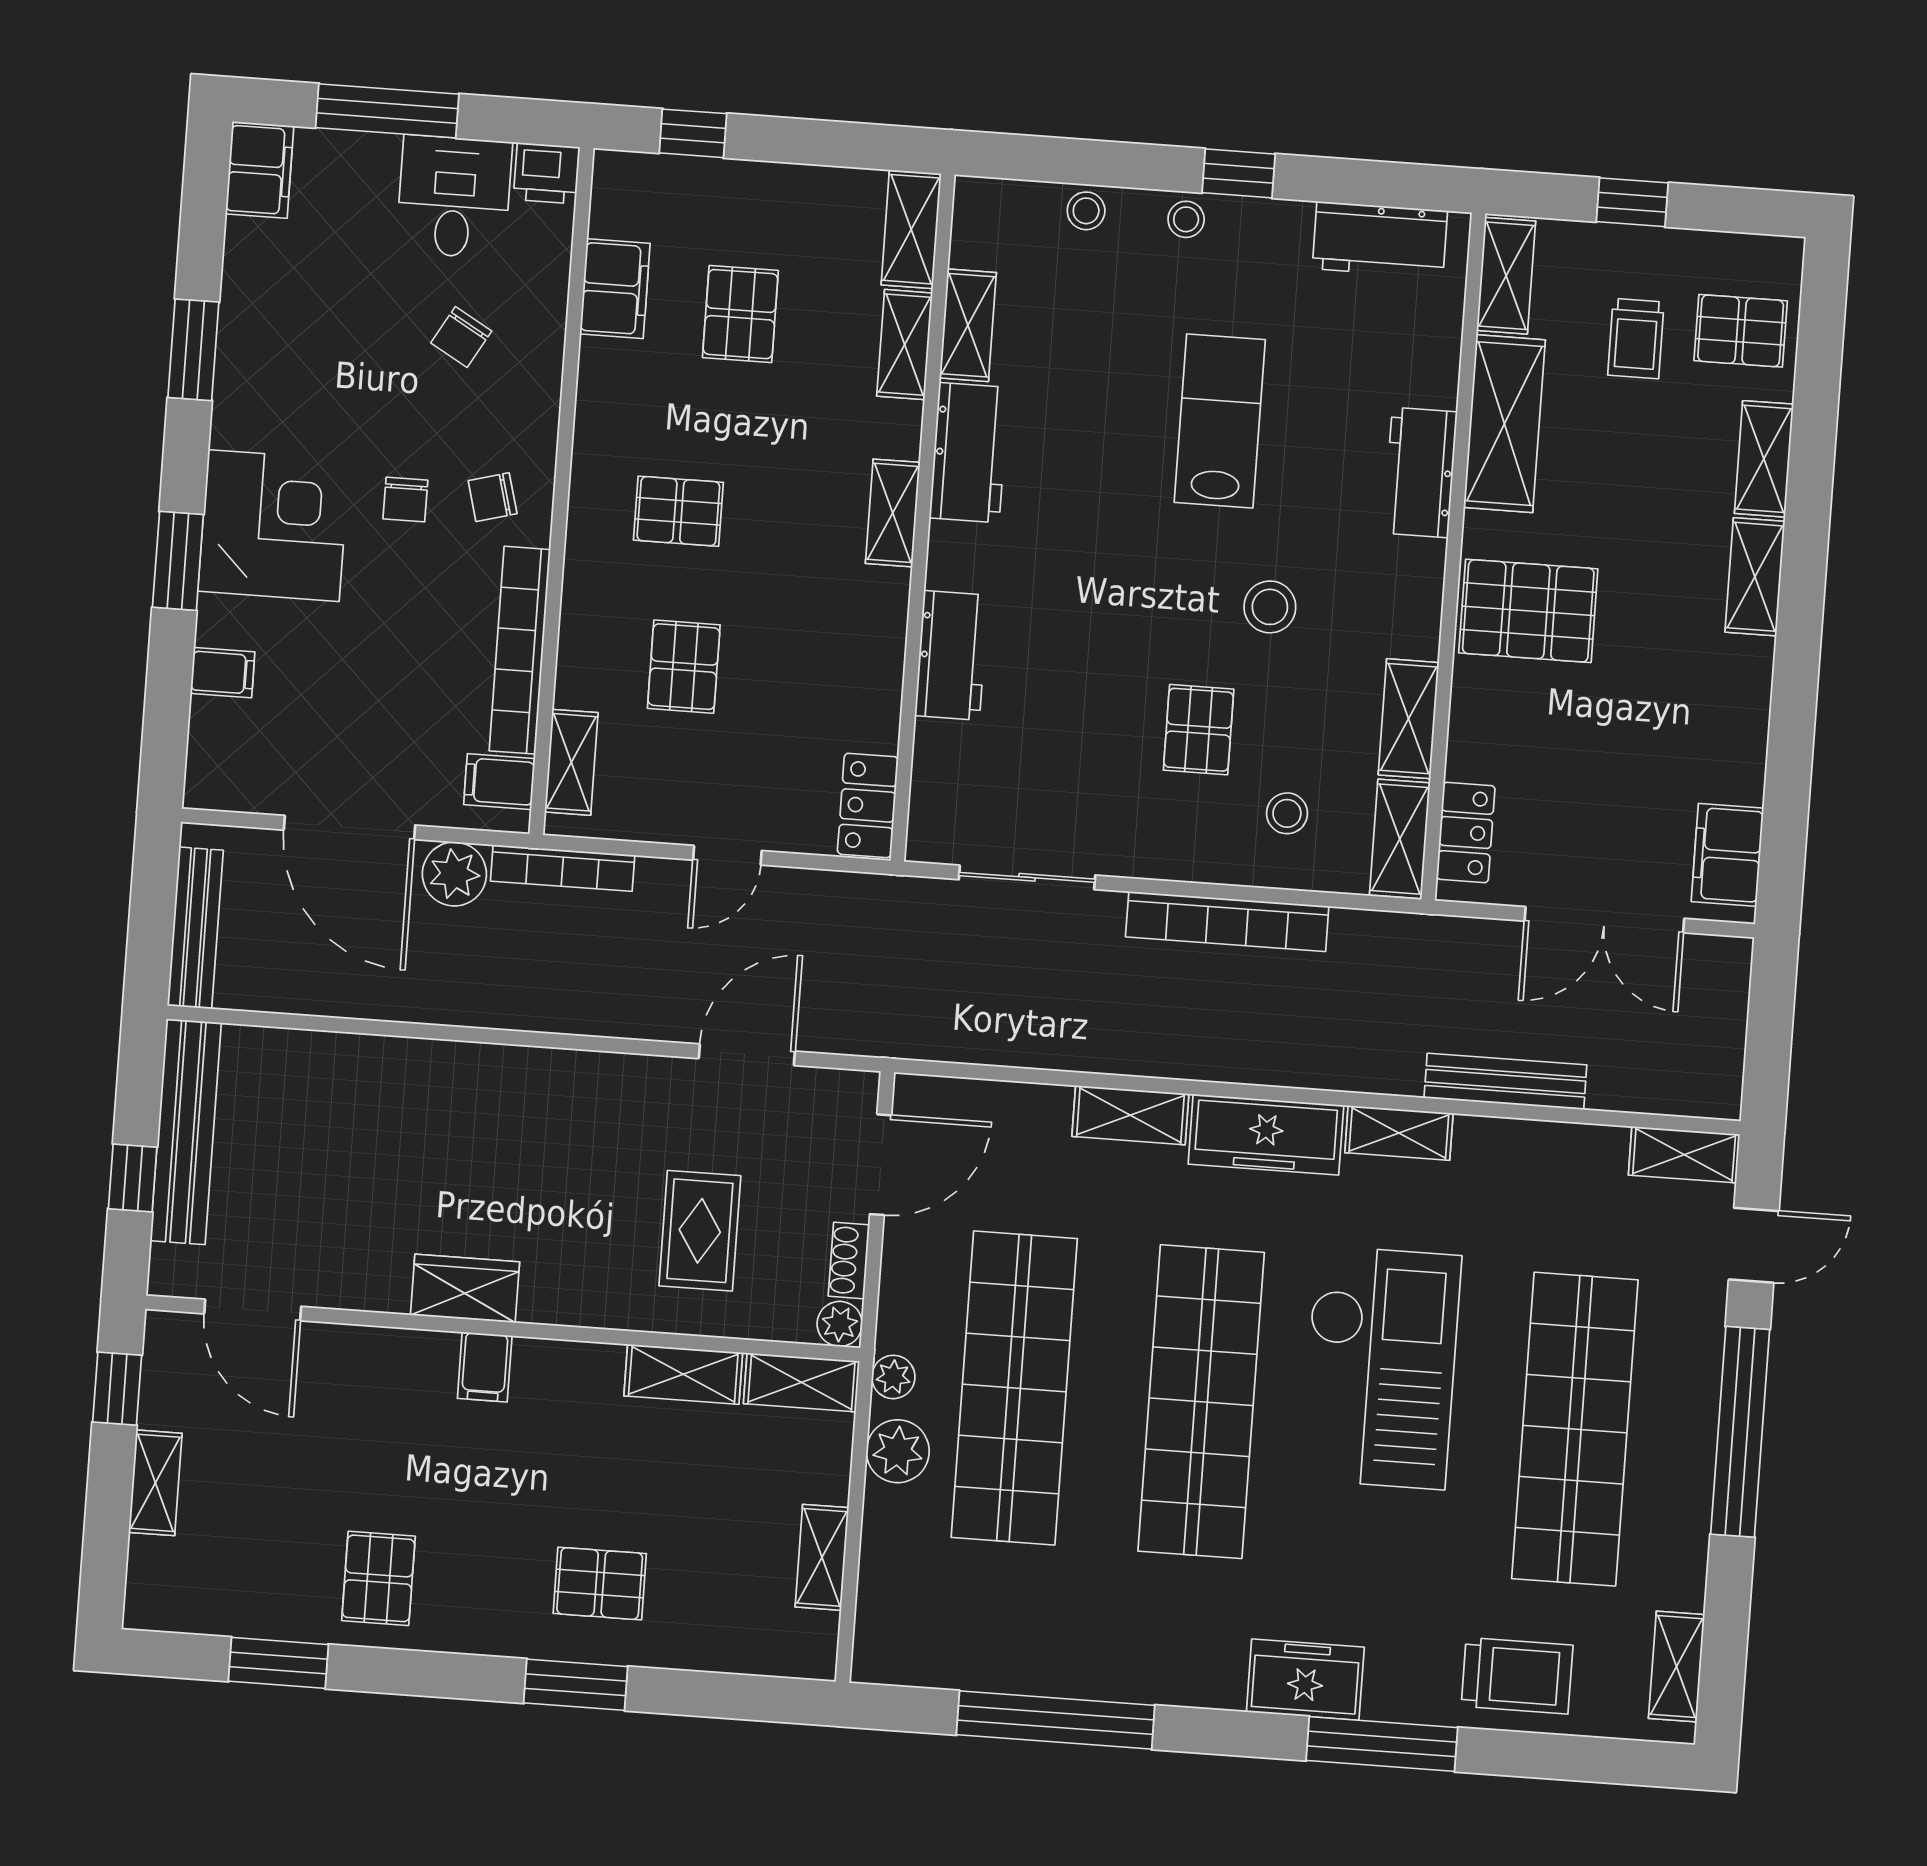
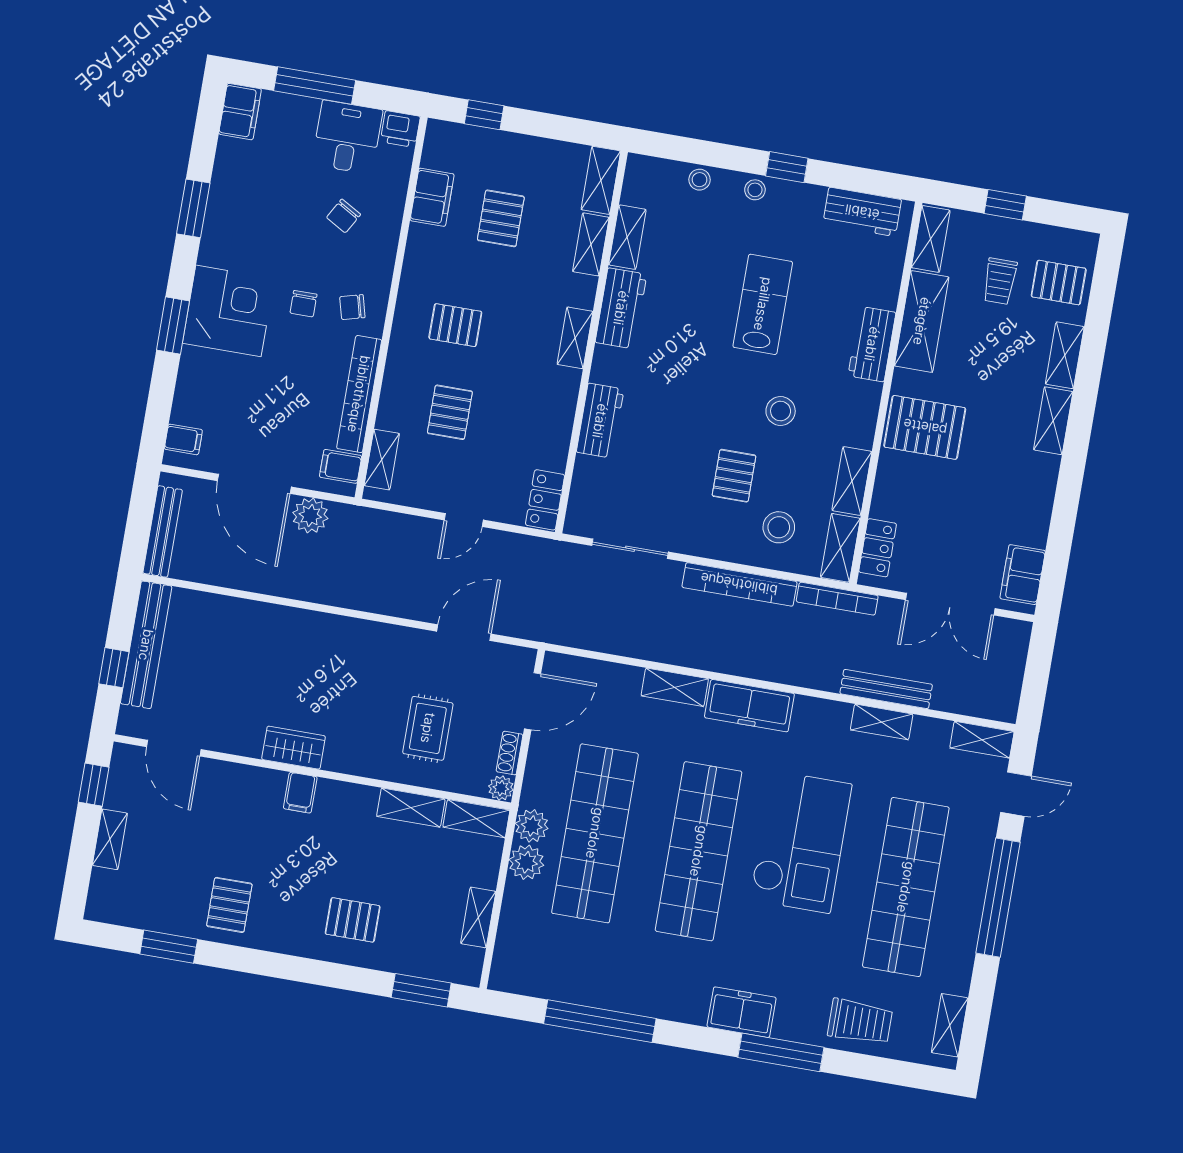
filing cabinet: (223, 673) -> (183, 439), moved
stool: (1287, 813) -> (779, 527), width x1.37, depth x1.37
bookcase: (563, 868) -> (837, 599), moved
shelving: (1399, 1133) -> (882, 722), moved
plant: (893, 1377) -> (532, 826), width x1.38, depth x1.38
window: (576, 1685) -> (421, 990), moved

